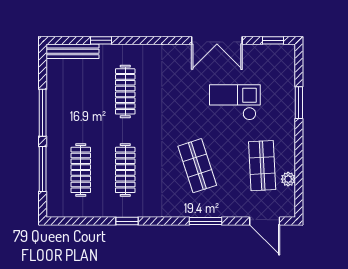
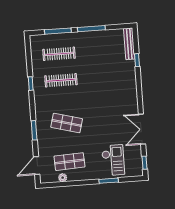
clothes rail: (125, 91) -> (108, 77), removed
checkout: (235, 102) -> (113, 160), moved
shop shelf: (197, 166) -> (67, 123), turned 33

